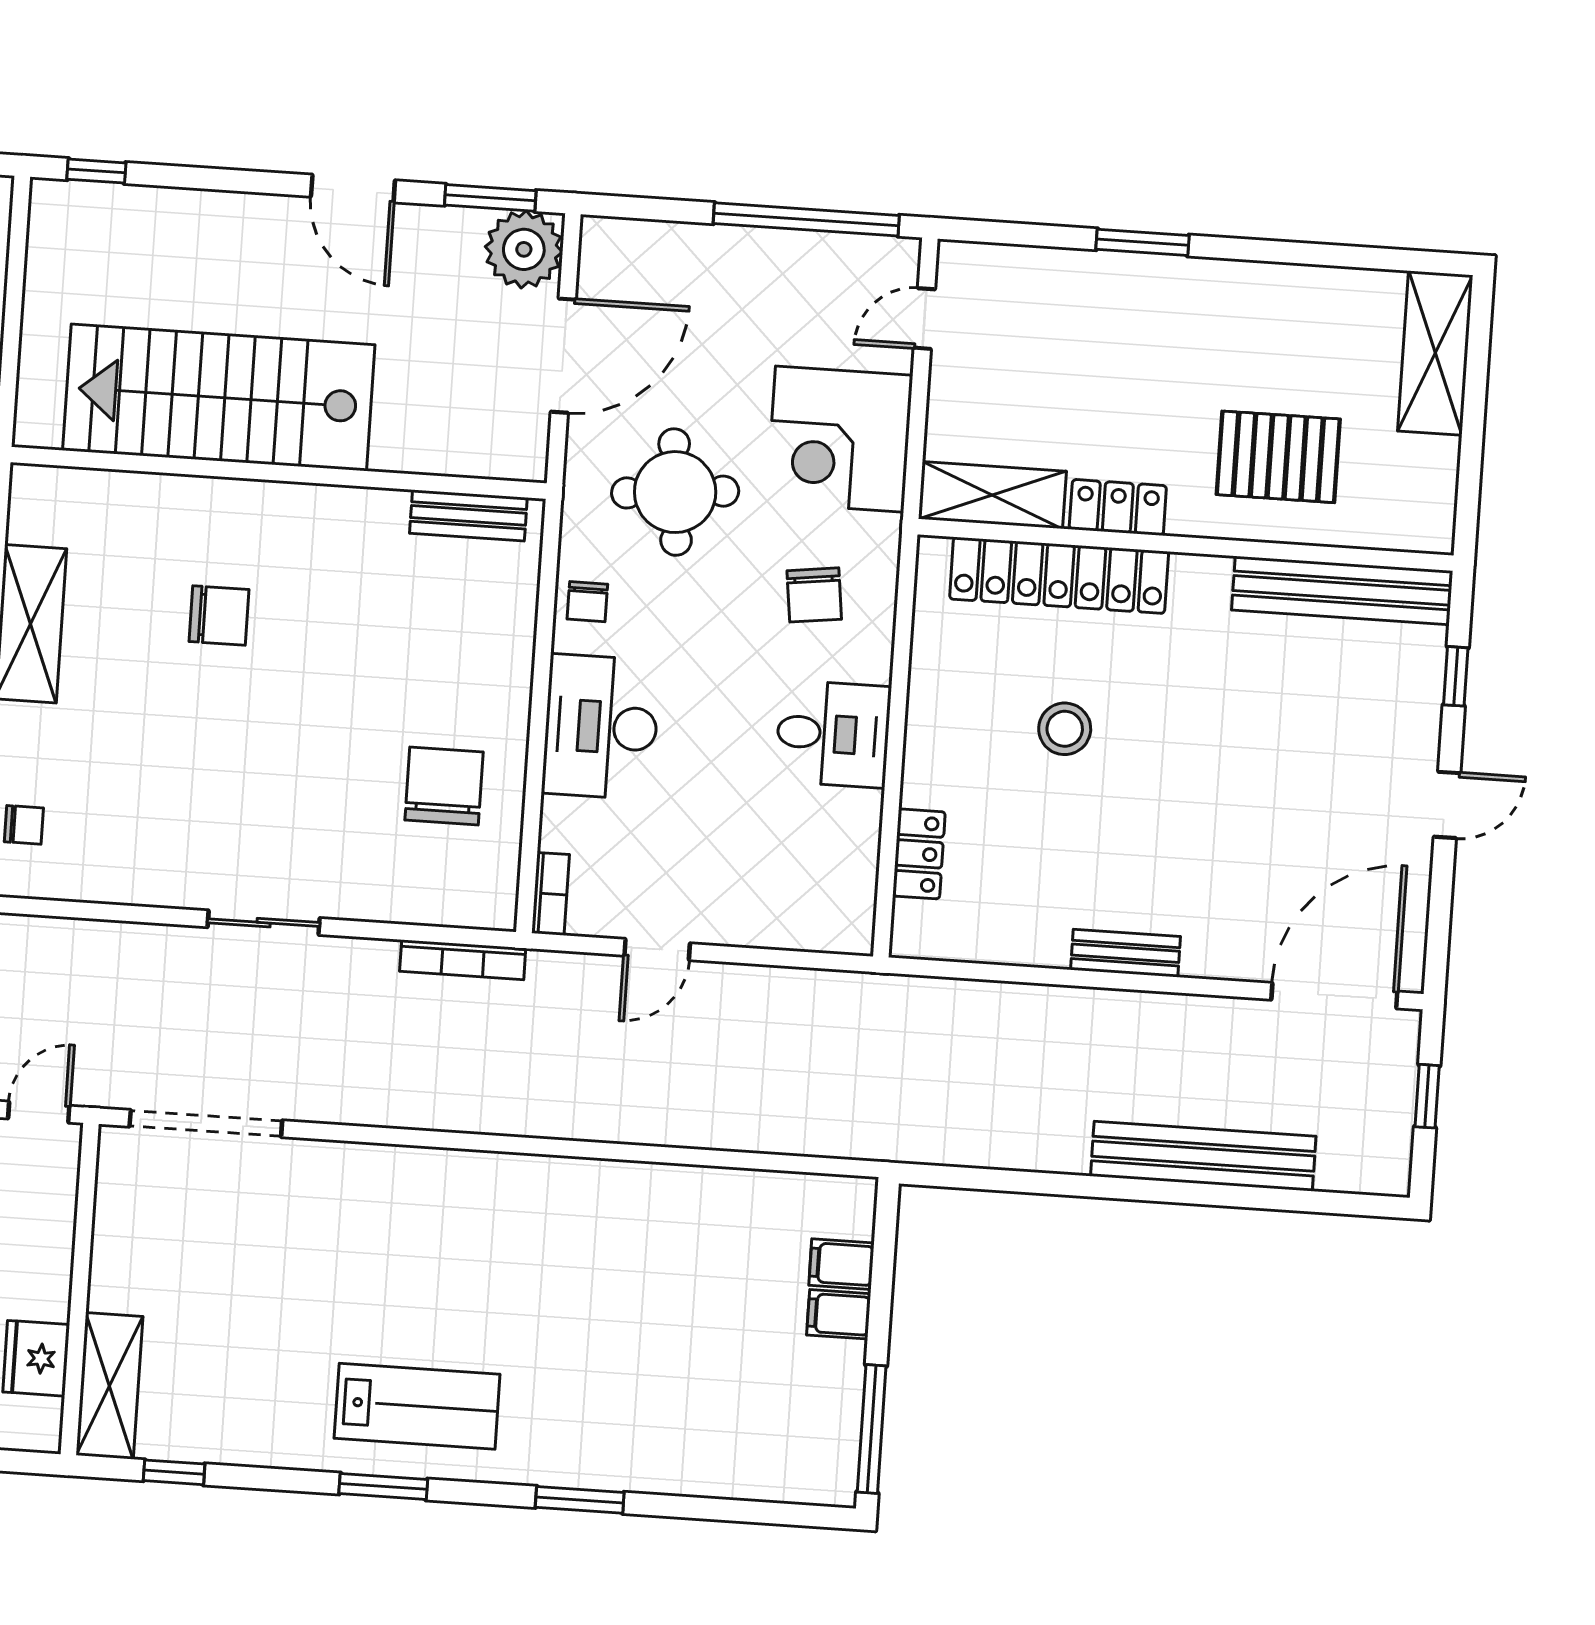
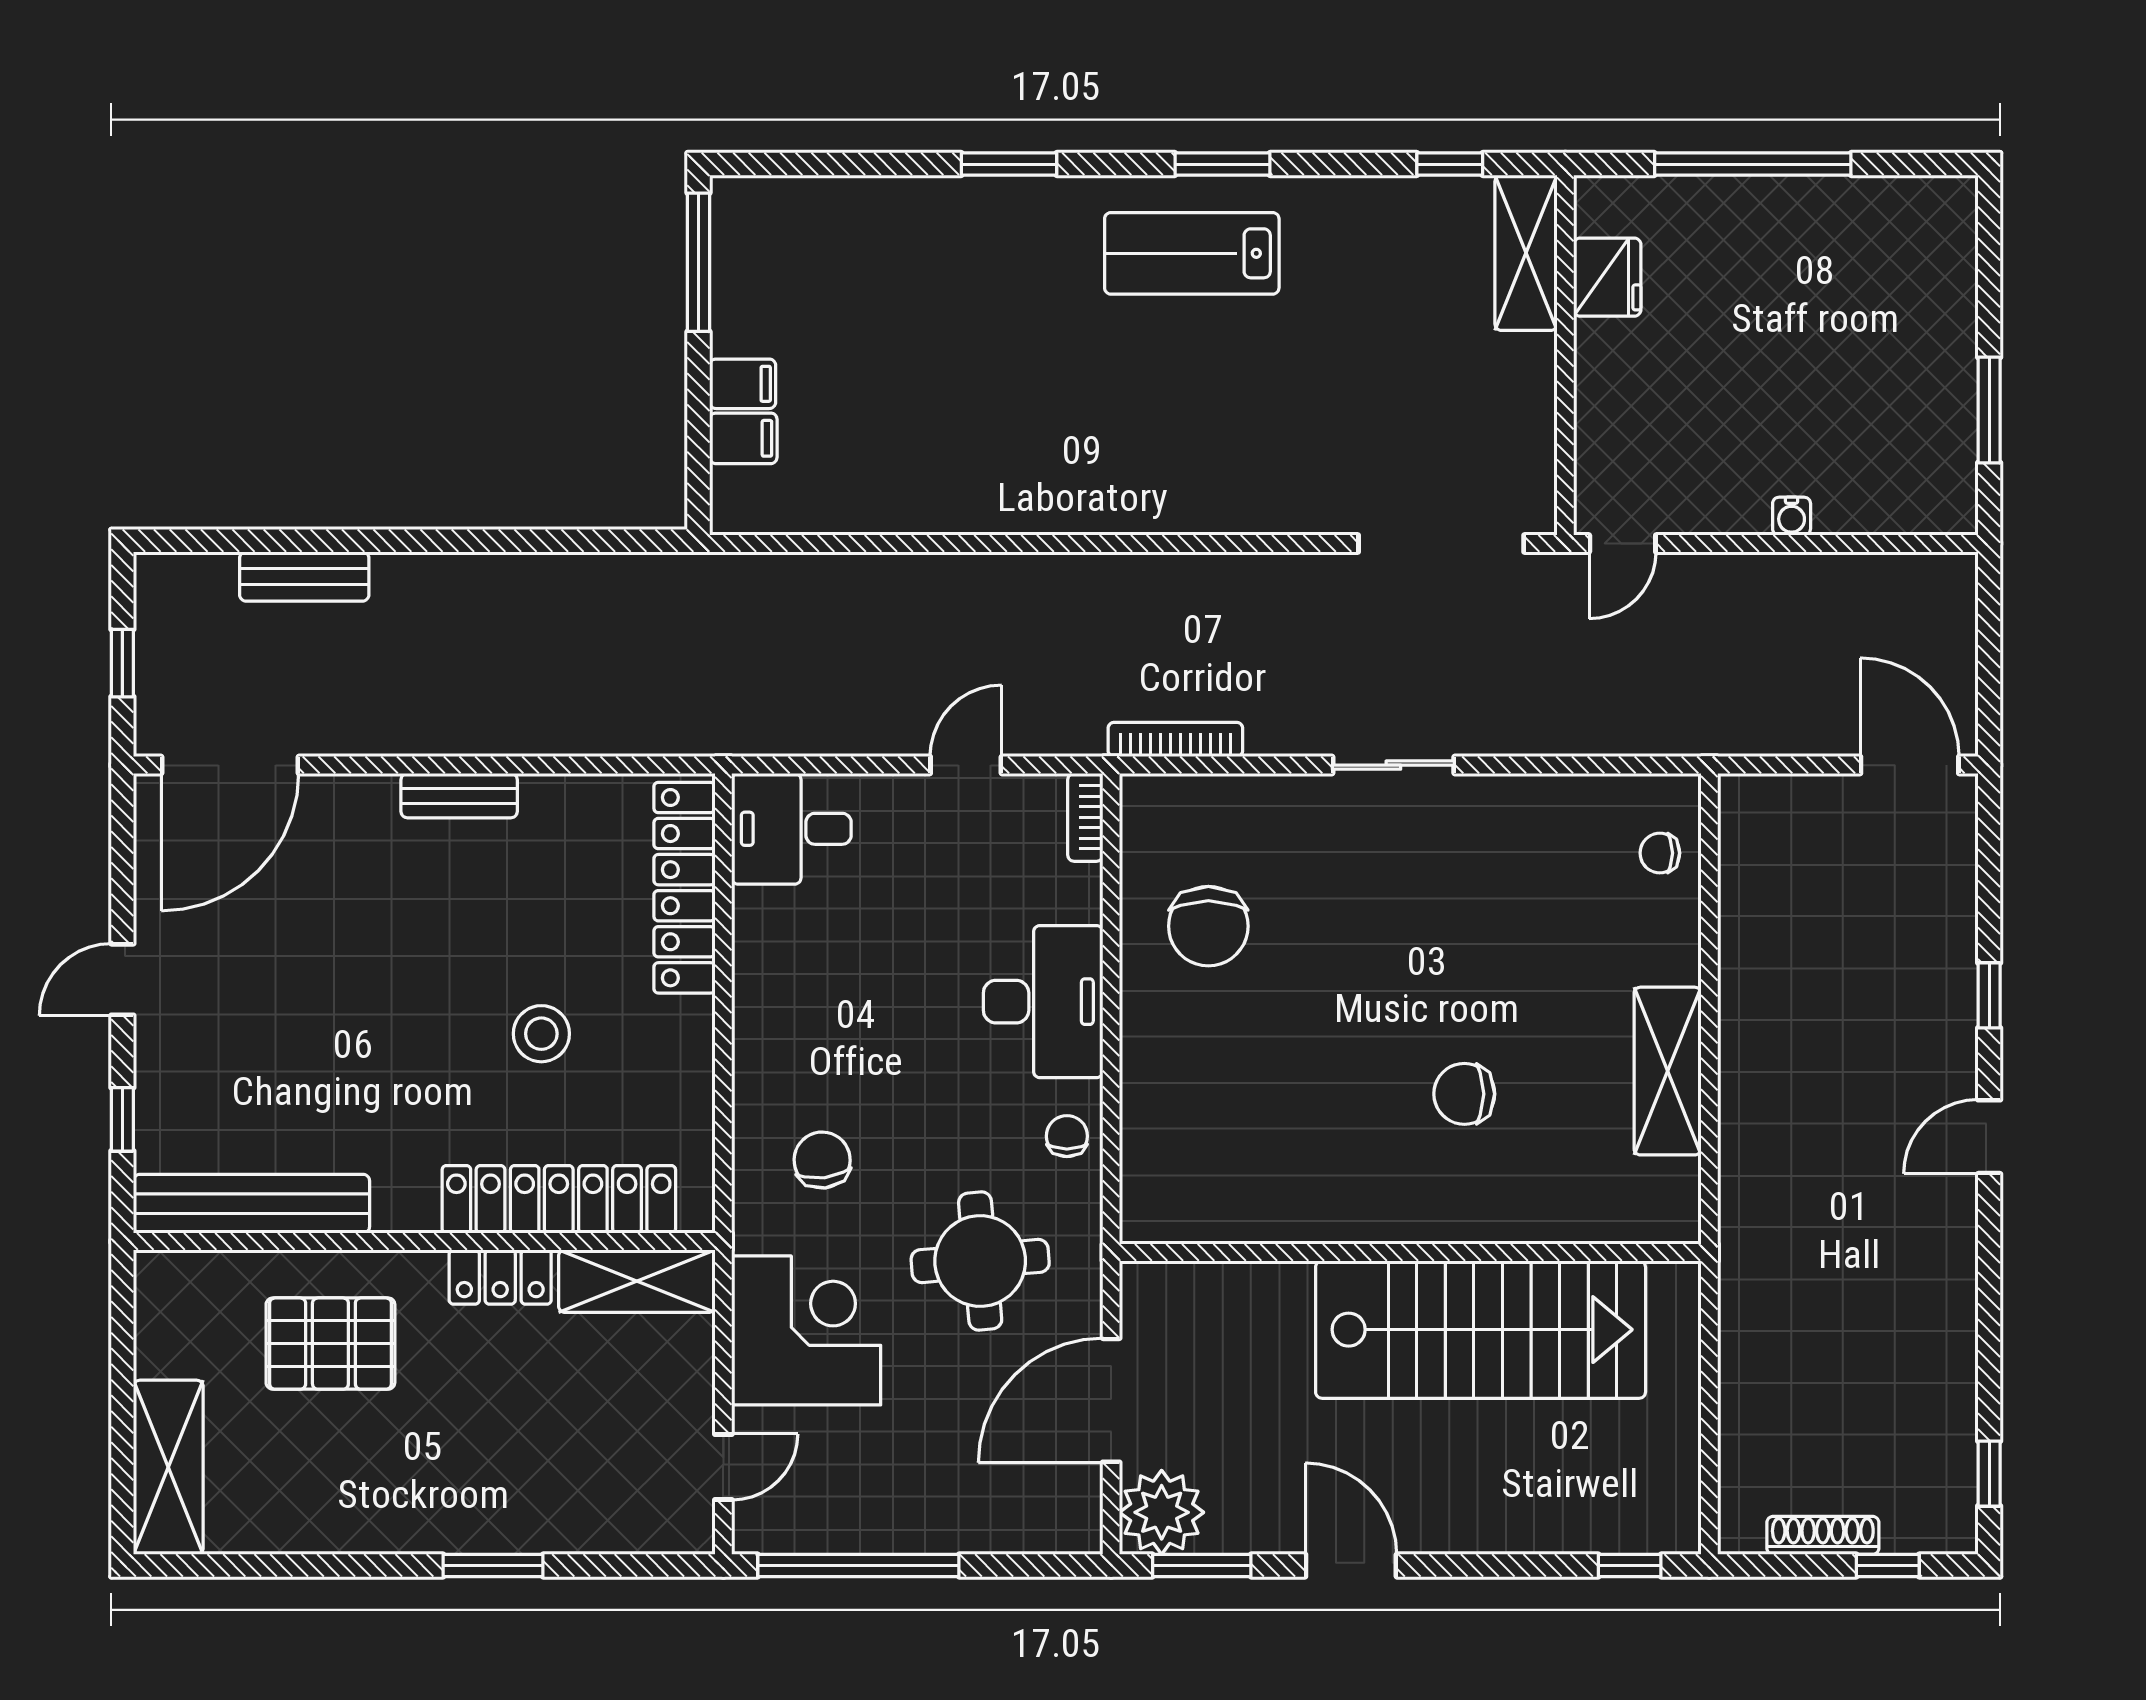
bench: (468, 515) -> (1202, 1220), removed
desk: (833, 734) -> (791, 829), moved
locker: (919, 854) -> (684, 888), width x2.16, depth x1.21
bench: (1203, 1156) -> (304, 576), width x0.54, depth x0.82

